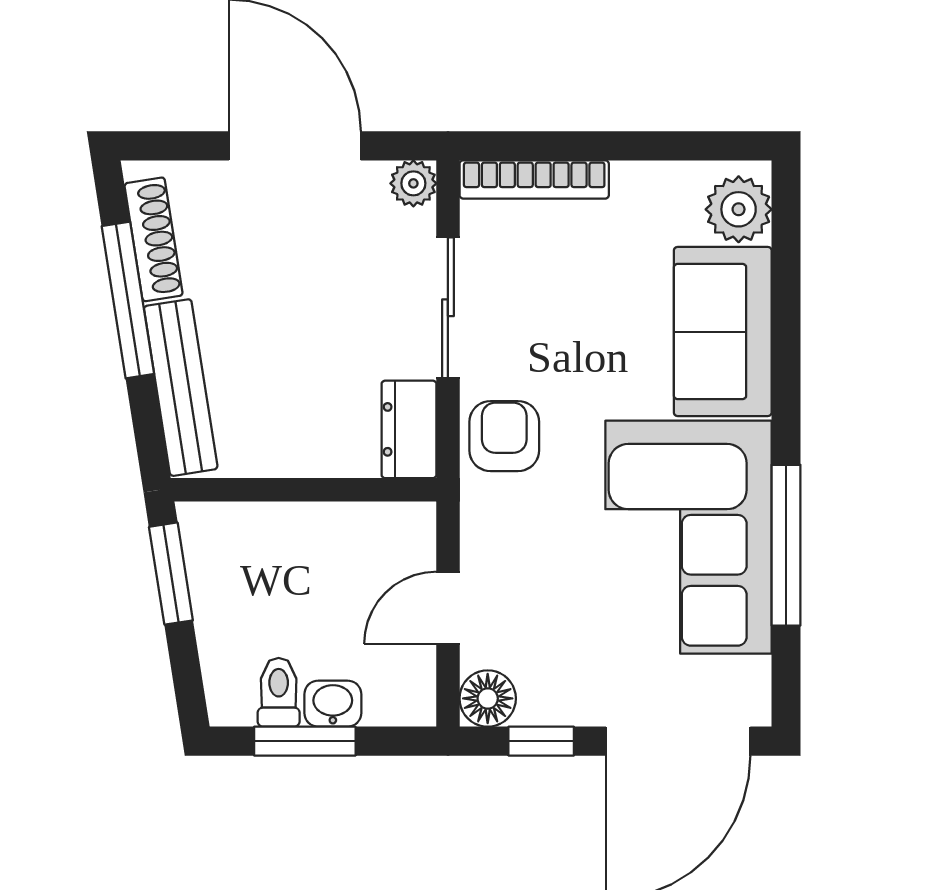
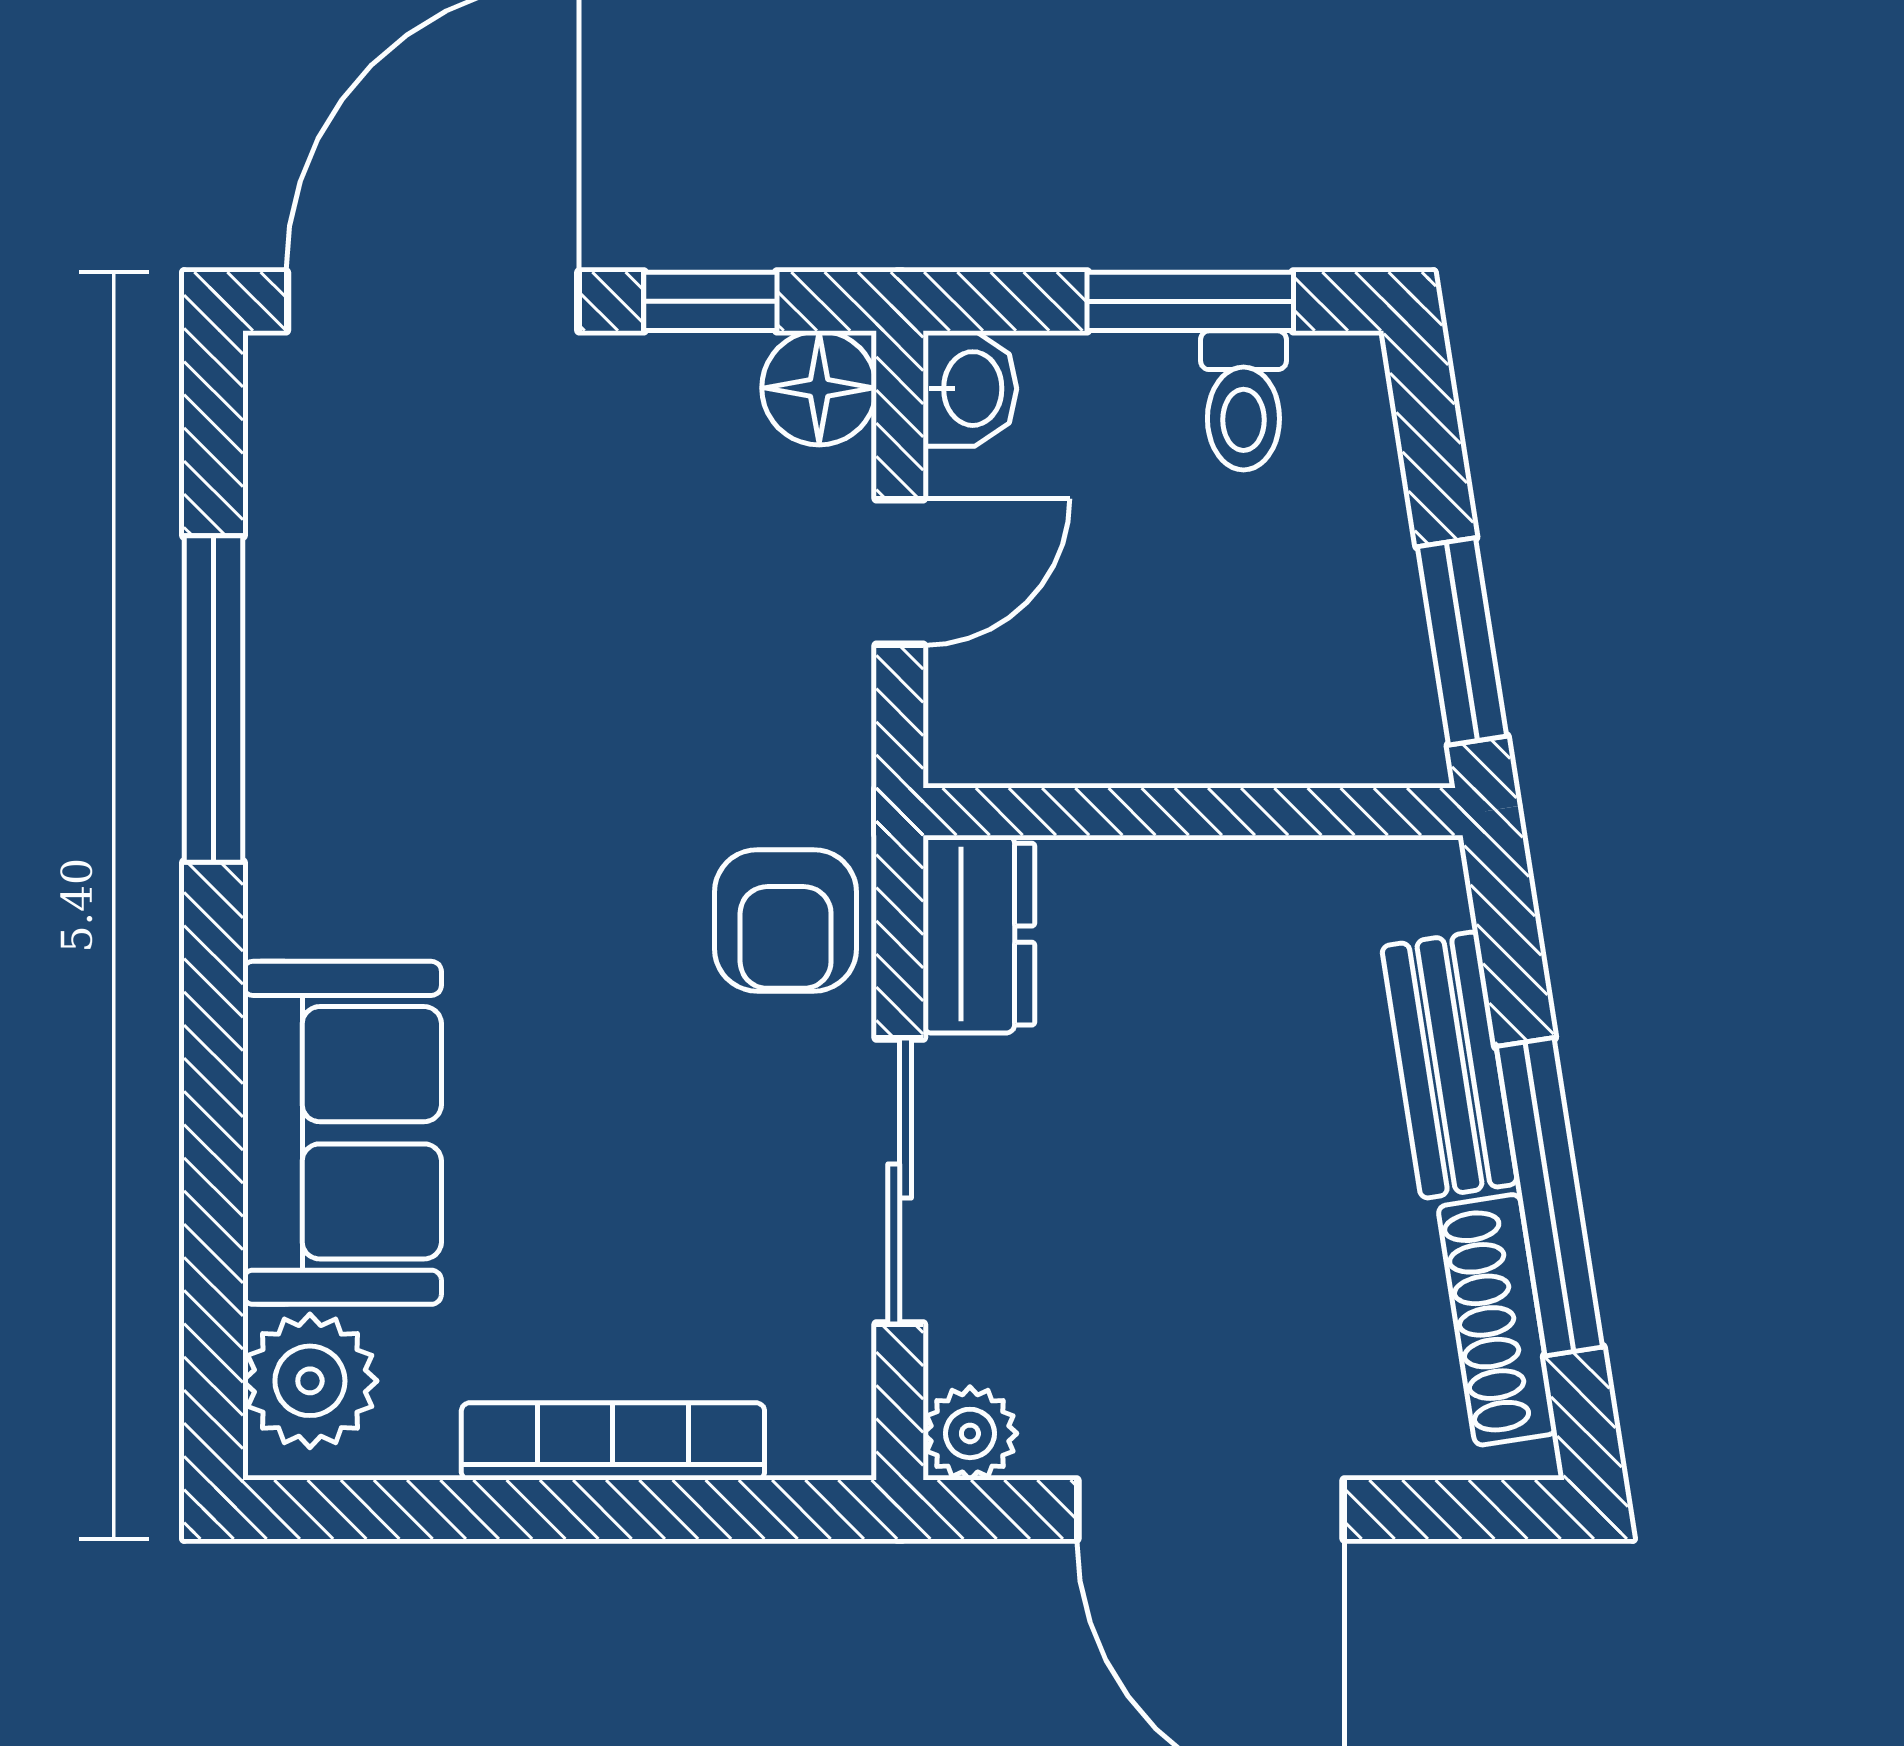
bookcase: (534, 179) -> (613, 1441), moved
bench: (181, 388) -> (1450, 1065), width x0.73
corner sofa: (688, 537) -> (412, 715), removed
washbasin: (333, 704) -> (970, 389), moved, turned -90

